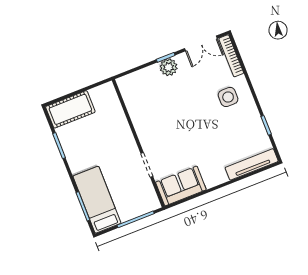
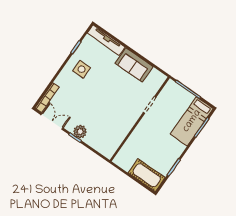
side table: (228, 97) -> (82, 69), moved
sofa: (181, 186) -> (134, 65), moved

